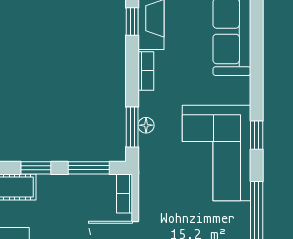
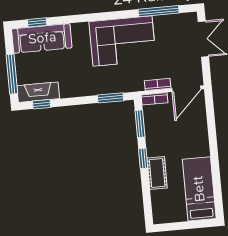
bookcase: (146, 71) -> (158, 84), moved
floor lamp: (146, 125) -> (109, 89), removed
window: (257, 135) -> (37, 22), moved

